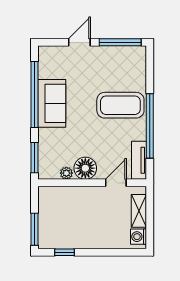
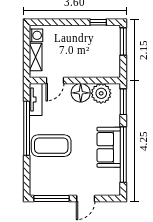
plant: (66, 173) -> (101, 93), width x1.87, depth x1.87

